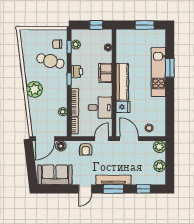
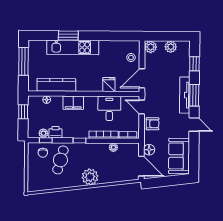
window: (145, 25) -> (23, 61), width x1.44
printer: (77, 72) -> (55, 132), moved
kitchen counter: (122, 82) -> (56, 85), moved

